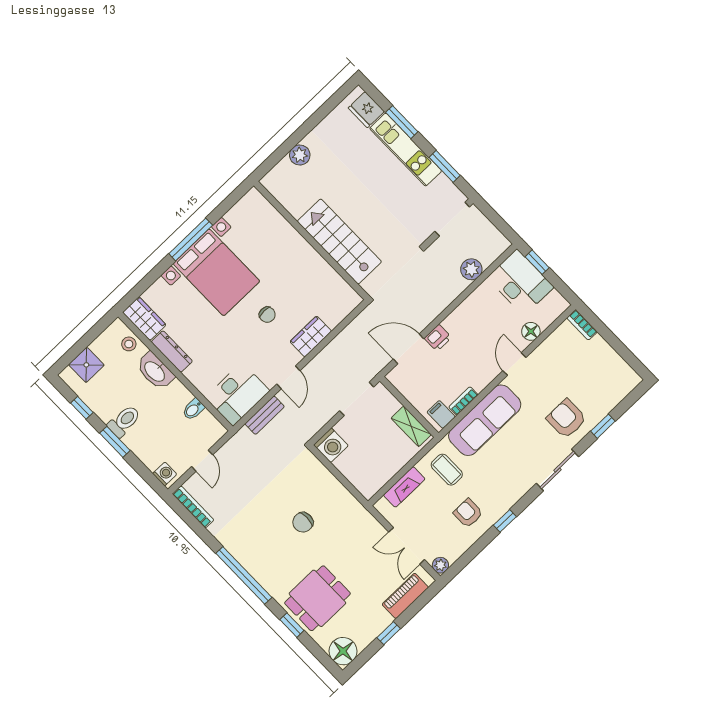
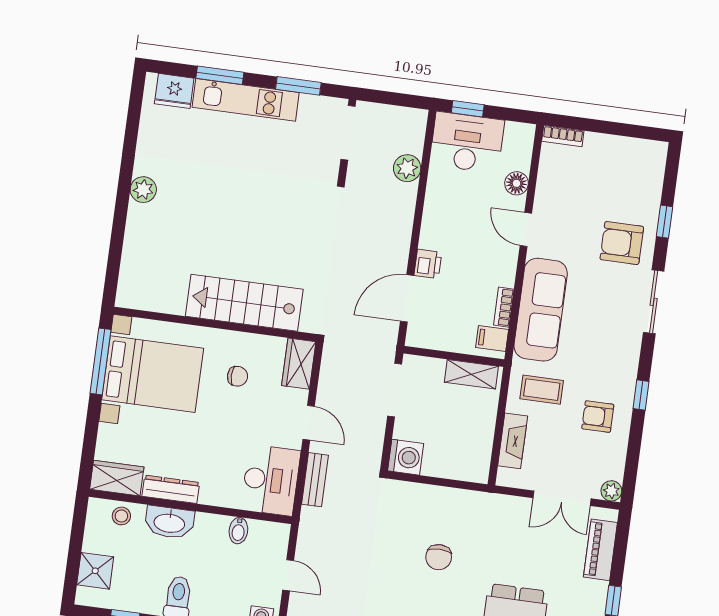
wall: (311, 241) -> (215, 324), moved
stairs: (339, 242) -> (244, 303), moved

